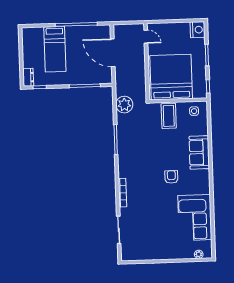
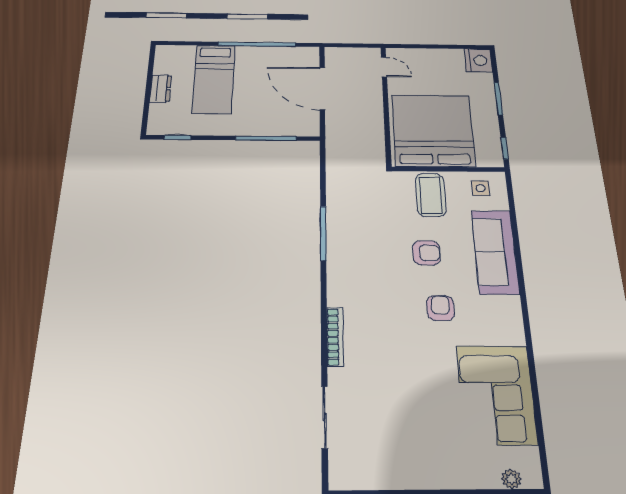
dresser: (28, 77) -> (161, 89), moved
plant: (124, 105) -> (342, 172), removed
armchair: (166, 148) -> (426, 253), added
sofa: (199, 152) -> (495, 252), width x1.36

